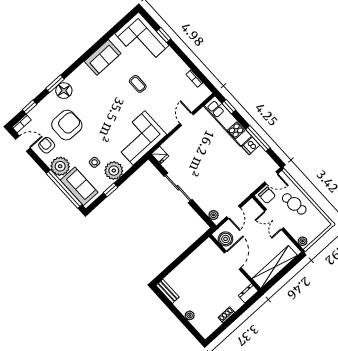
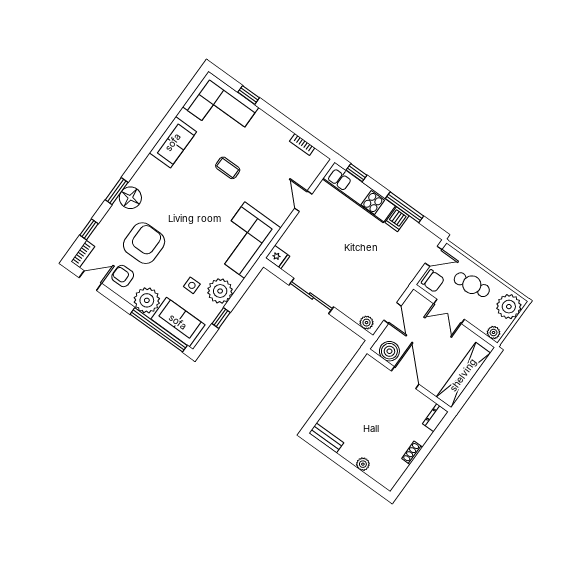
plant: (317, 225) -> (509, 307), added

